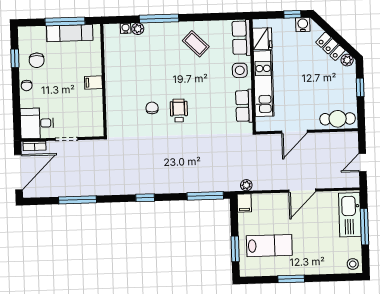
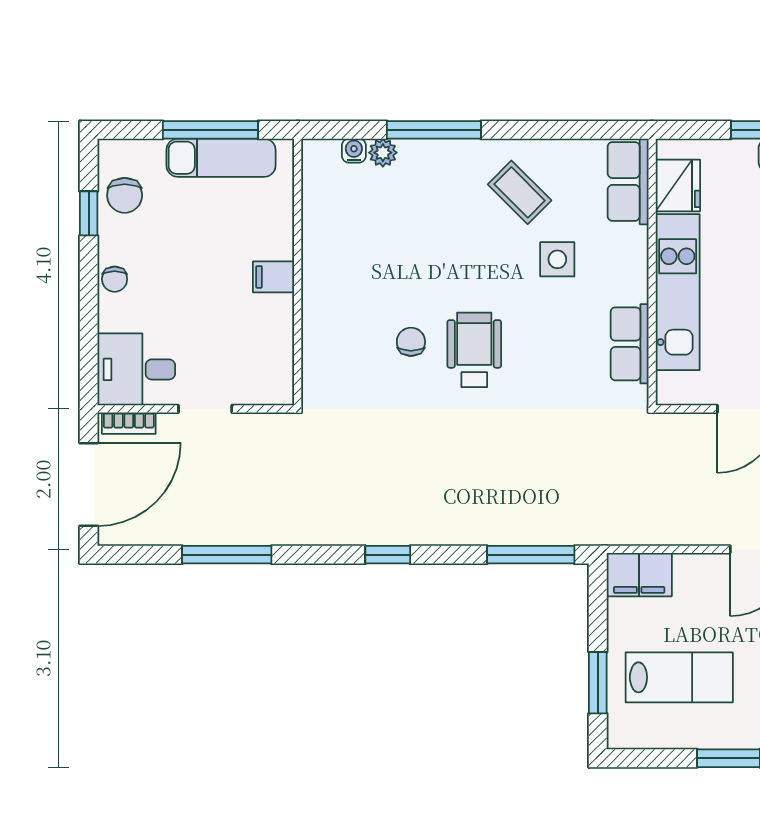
chair: (37, 60) -> (125, 195), moved
side table: (240, 70) -> (557, 259), moved
wheelchair: (179, 111) -> (474, 350), width x1.36, depth x1.37
plant: (246, 185) -> (629, 532), removed
filing cabinet: (244, 203) -> (639, 575), width x2.00

